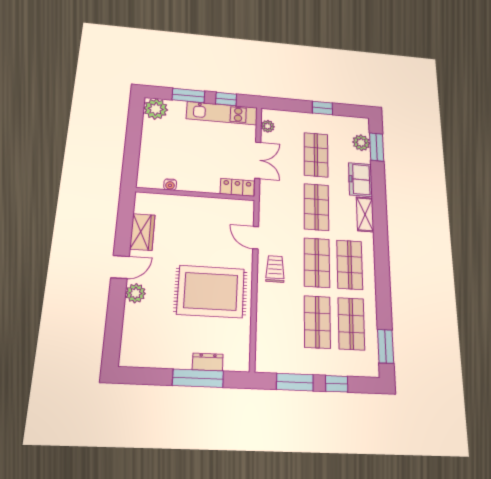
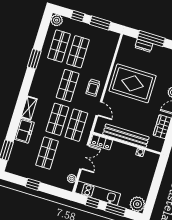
plant: (361, 143) -> (57, 20), moved
double door: (258, 160) -> (84, 157), swing flipped
bench: (200, 205) -> (126, 136), added
shop shelf: (350, 265) -> (76, 125), moved
window: (386, 346) -> (34, 59), moved

